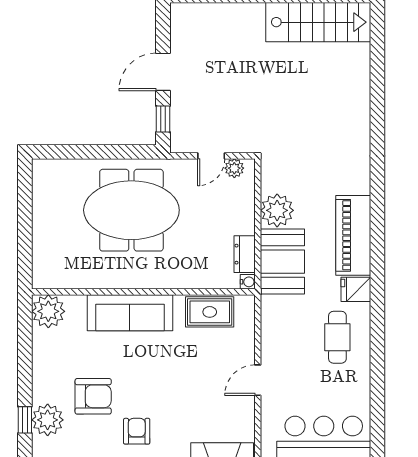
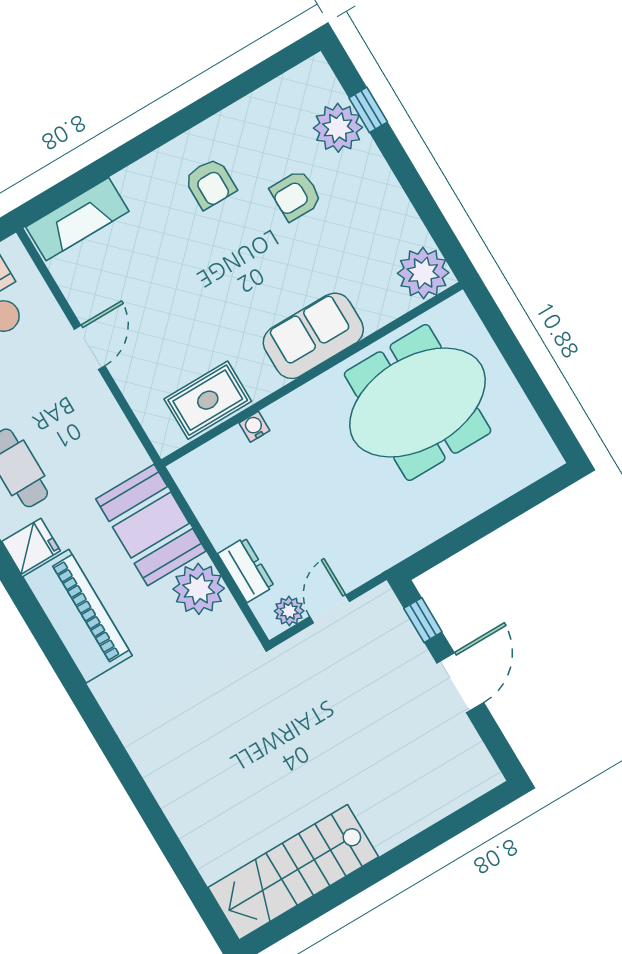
meeting table: (131, 210) -> (418, 403), moved
dresser: (245, 254) -> (246, 570), moved
water cooler: (248, 282) -> (254, 427), moved, turned 90
sofa: (130, 313) -> (313, 336), width x0.73
armchair: (93, 396) -> (296, 195), width x0.72, depth x0.72

